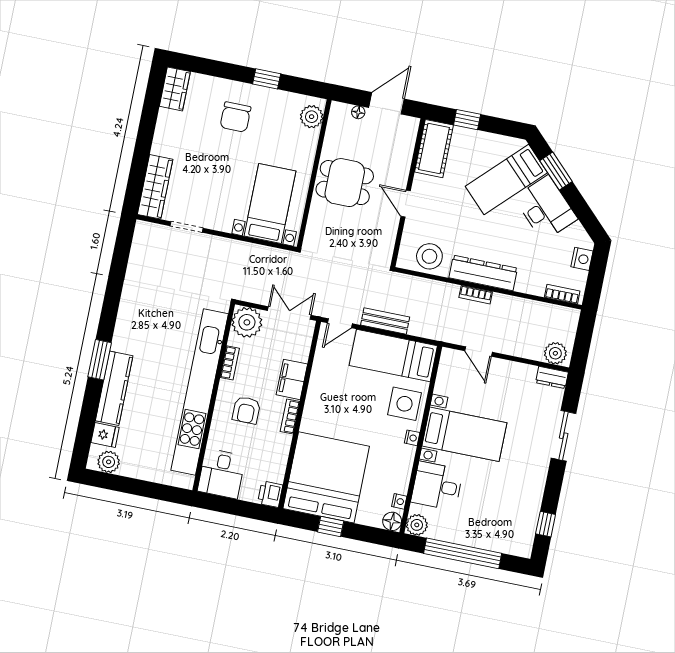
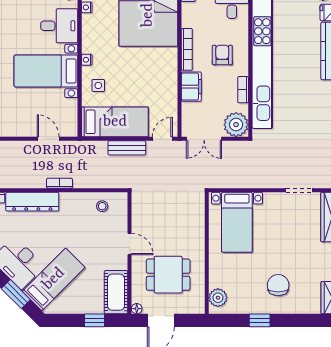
floor lamp: (358, 112) -> (137, 309), moved
dining table: (345, 183) -> (168, 275), moved
stool: (429, 256) -> (102, 206), width x0.53, depth x0.53
dresser: (483, 273) -> (32, 202), moved
side table: (404, 404) -> (98, 85), width x0.54, depth x0.54
bookcase: (290, 416) -> (187, 49), width x1.56

